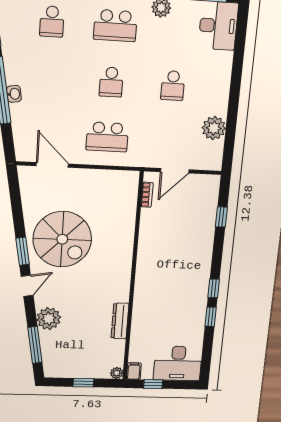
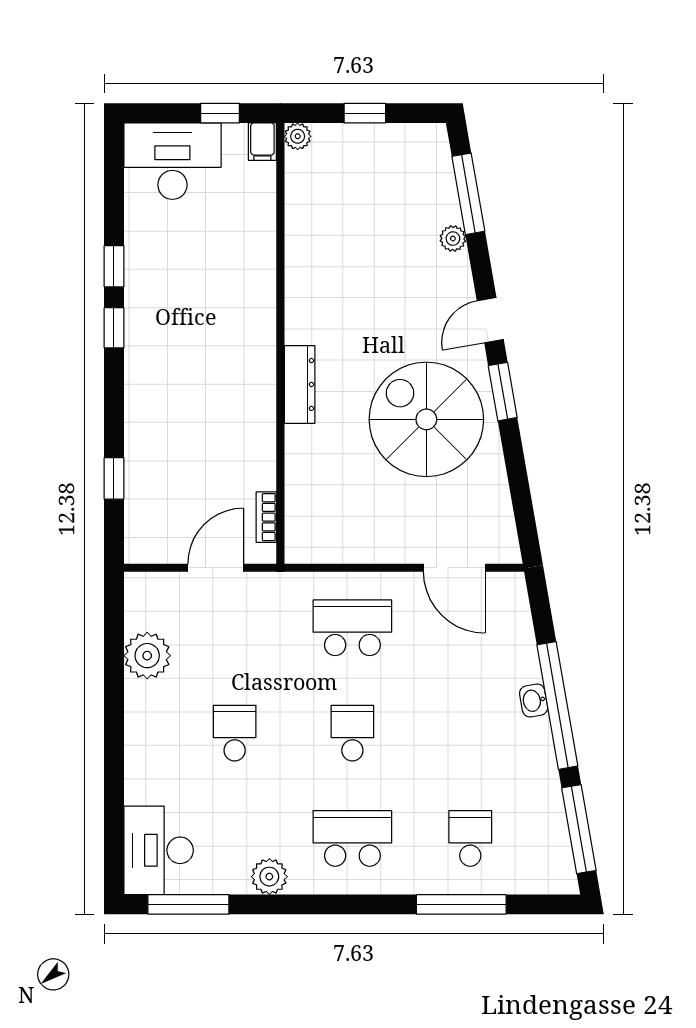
plant: (49, 319) -> (453, 239), width x0.53, depth x0.53
dresser: (120, 321) -> (300, 384), moved

